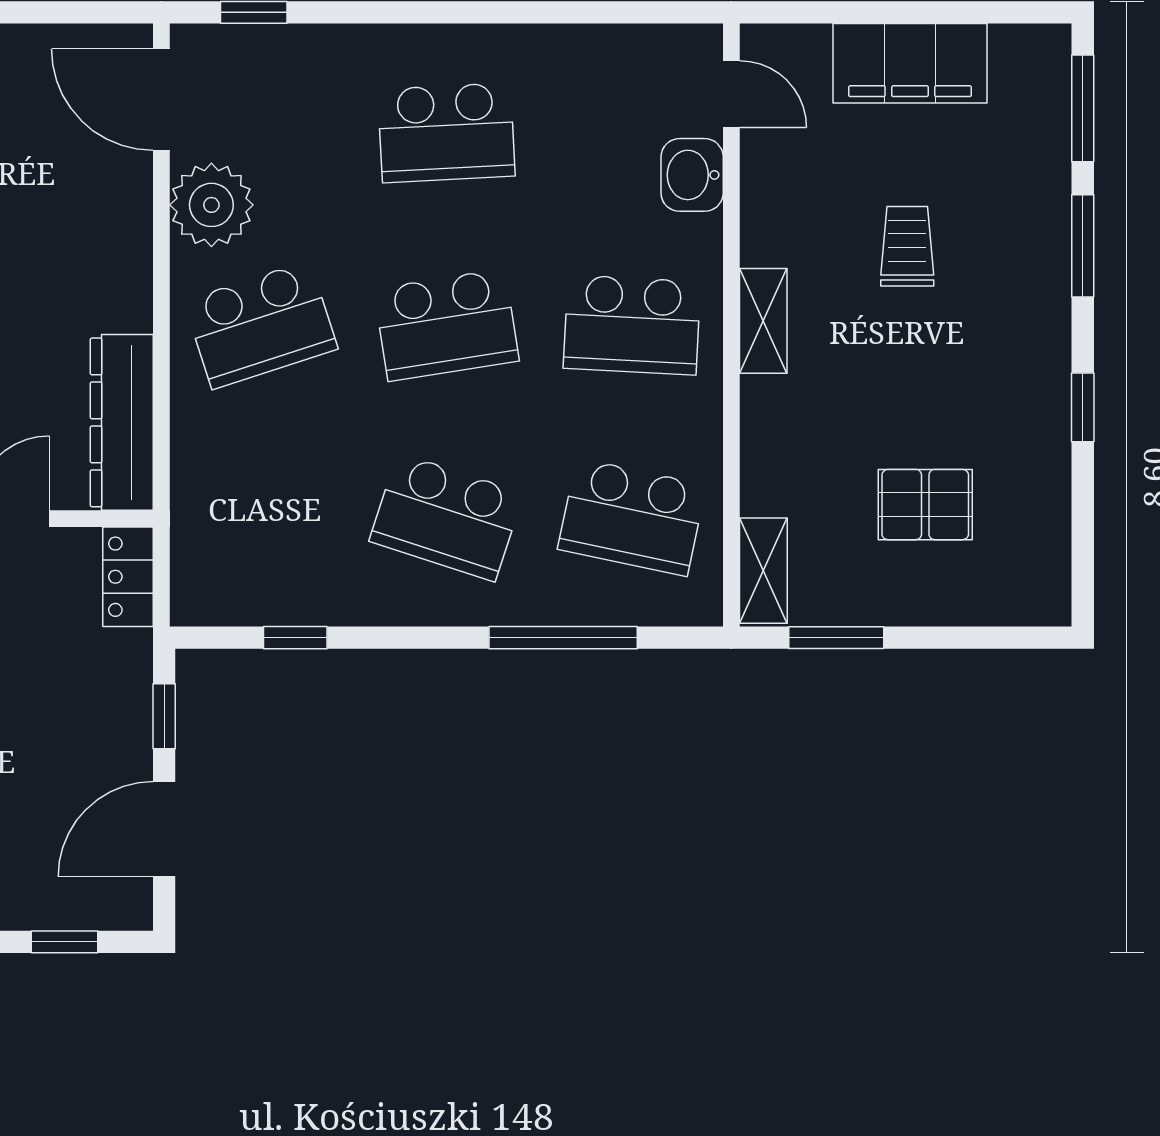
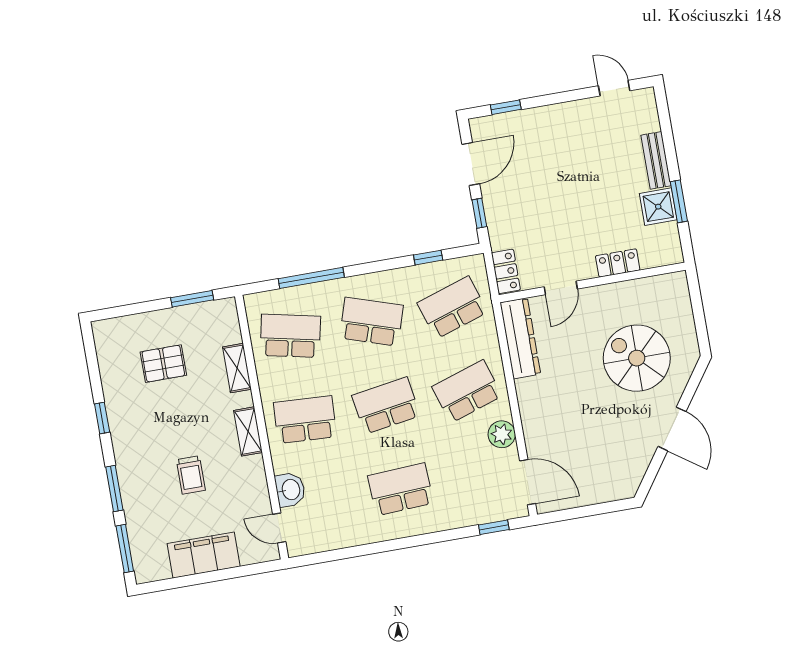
plant: (211, 205) -> (502, 434), width x0.73, depth x0.73
school desk: (261, 517) -> (452, 307), added
shelving: (763, 571) -> (237, 368), moved

